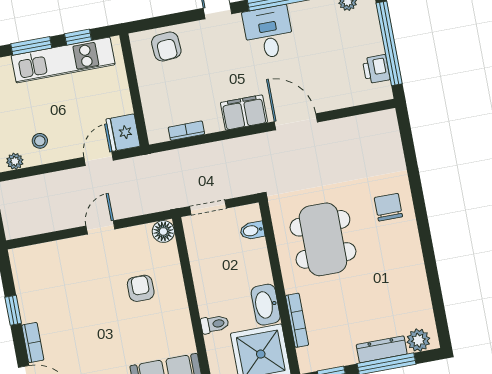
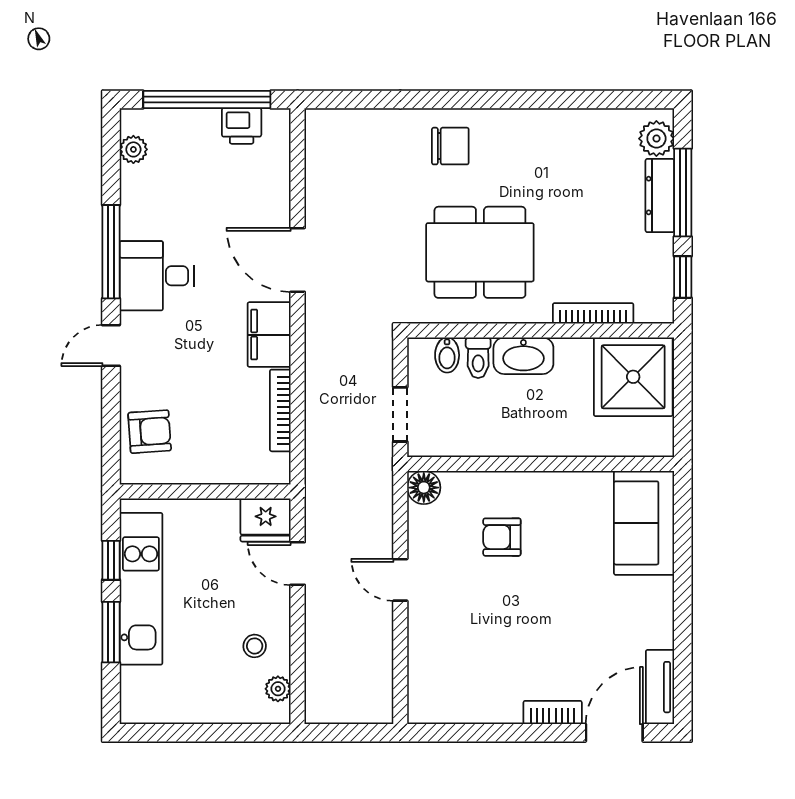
door: (296, 122) -> (298, 260), hinge flipped
bookcase: (186, 131) -> (280, 410), width x1.56
chair: (388, 207) -> (450, 146), turned 180
washbasin: (266, 305) -> (523, 356), moved
window: (13, 310) -> (499, 733), removed
toilet: (215, 324) -> (478, 358), moved, turned 180

